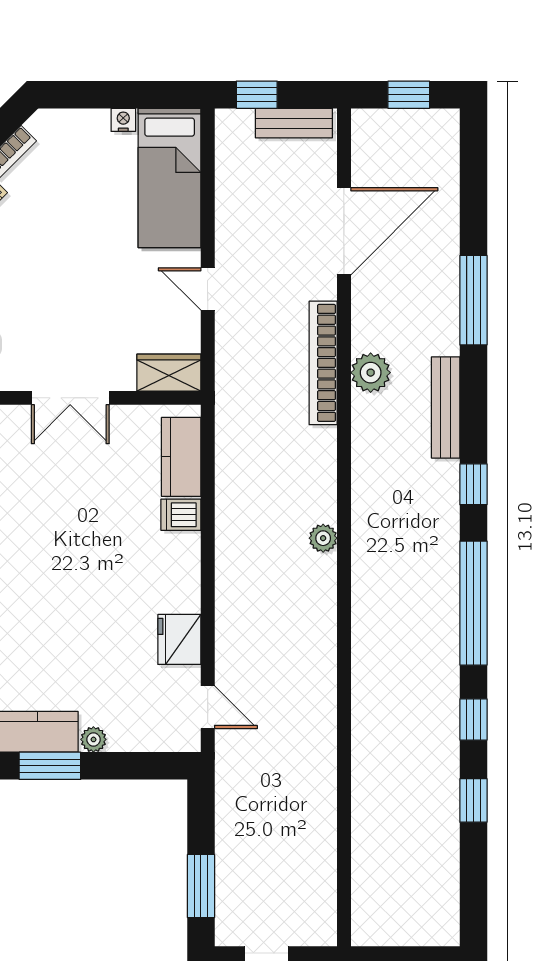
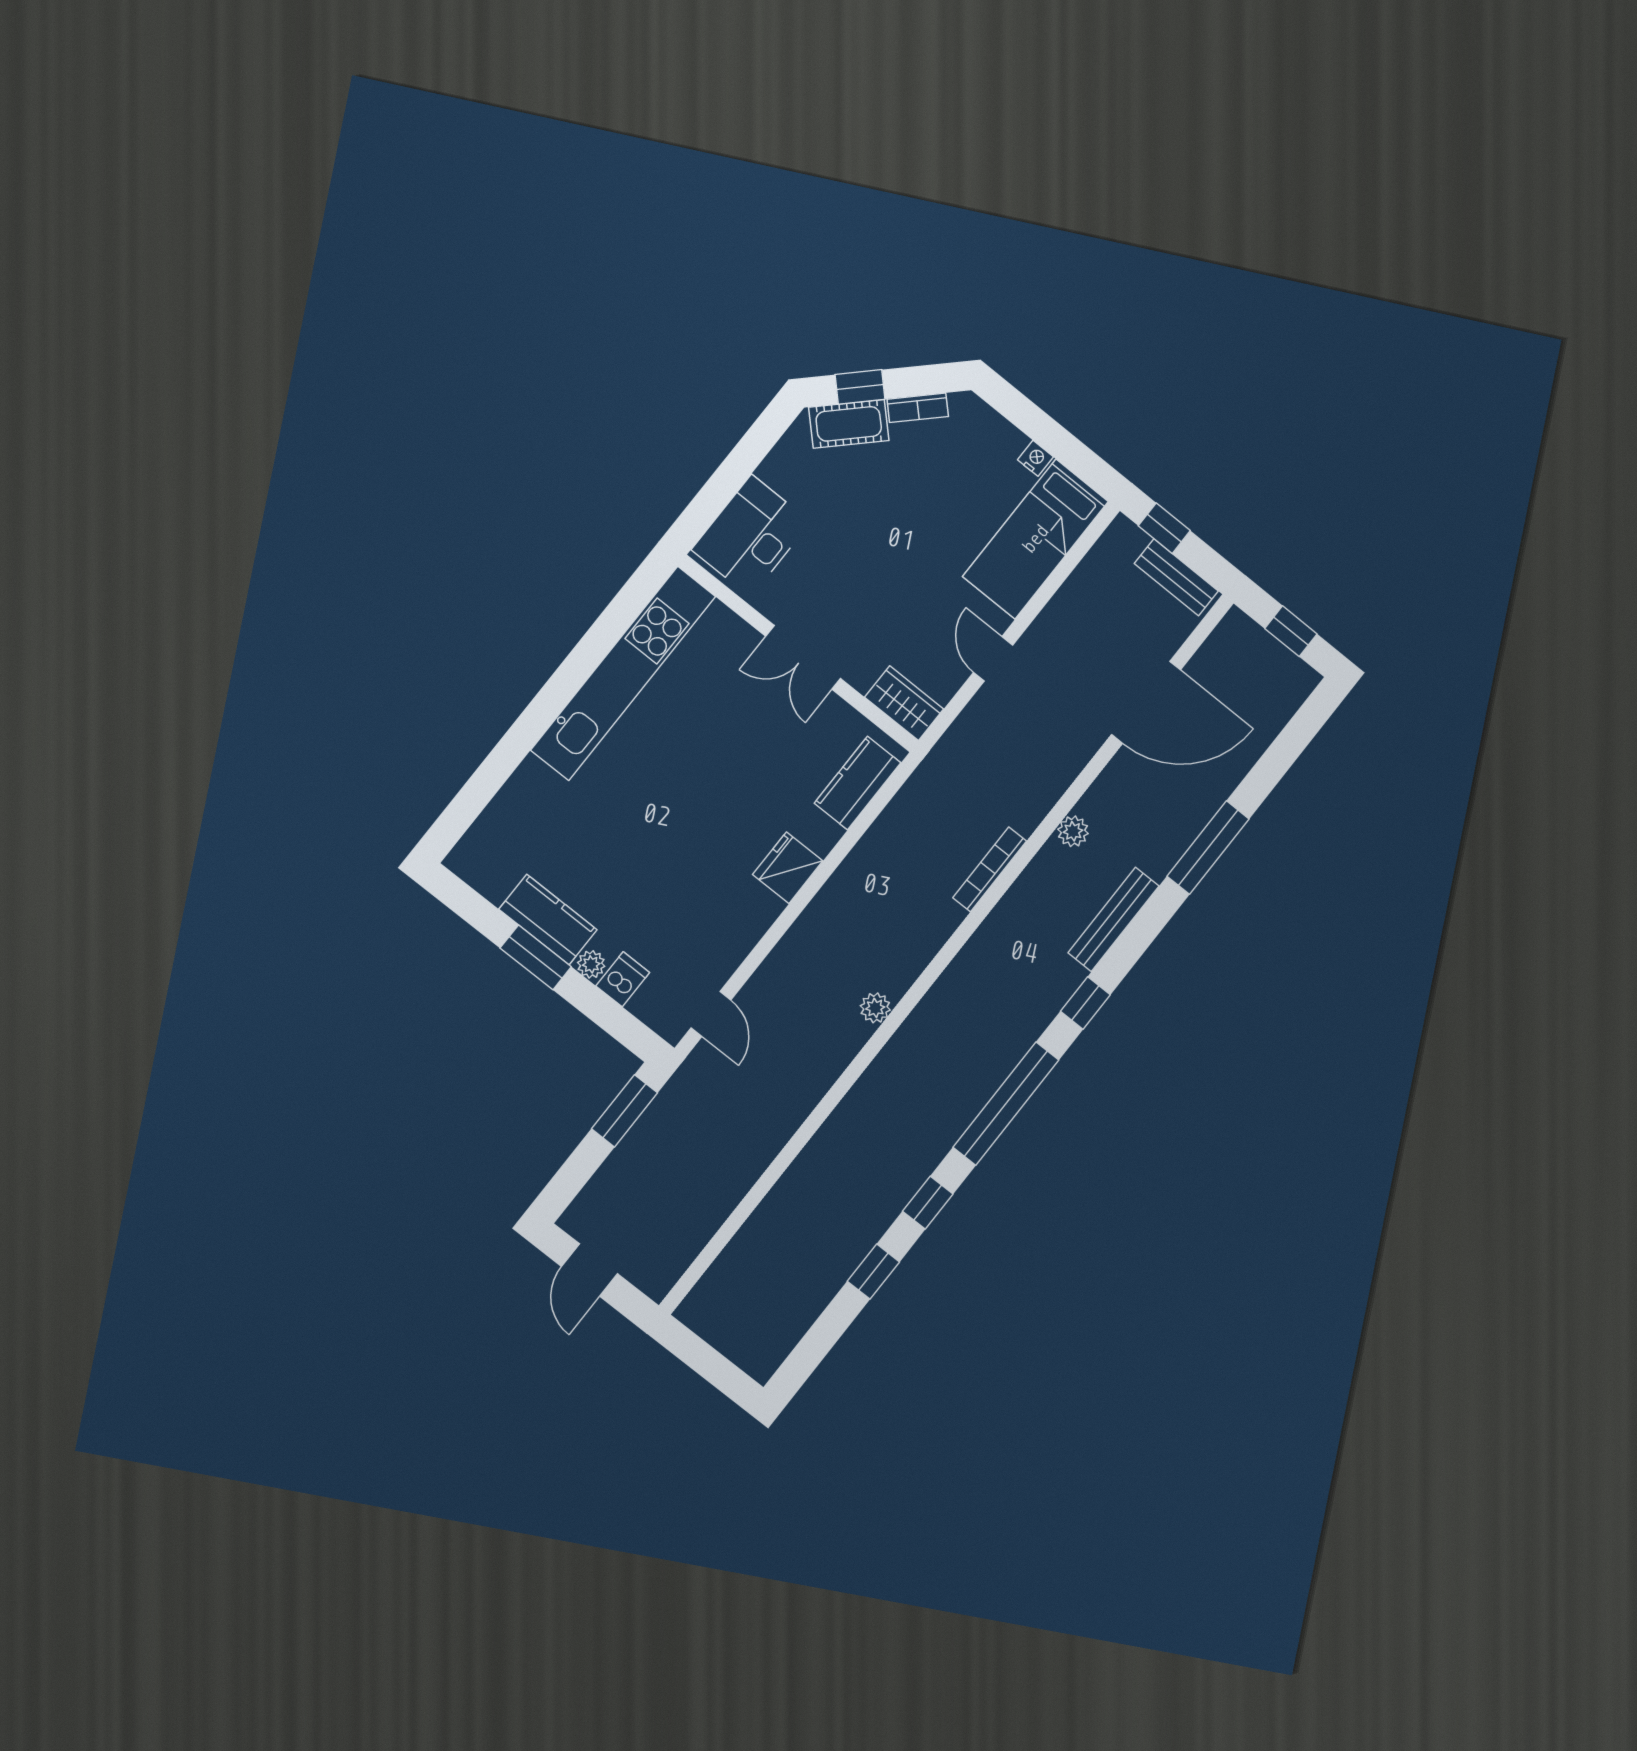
bookcase: (323, 363) -> (990, 869), moved, width x0.68, depth x0.76
plant: (371, 373) -> (1073, 831), width x0.73, depth x0.73
dishwasher: (181, 515) -> (623, 979), moved, turned 90
plant: (323, 538) -> (875, 1008), moved
fridge: (179, 639) -> (788, 868), moved
window: (201, 886) -> (624, 1111), moved

